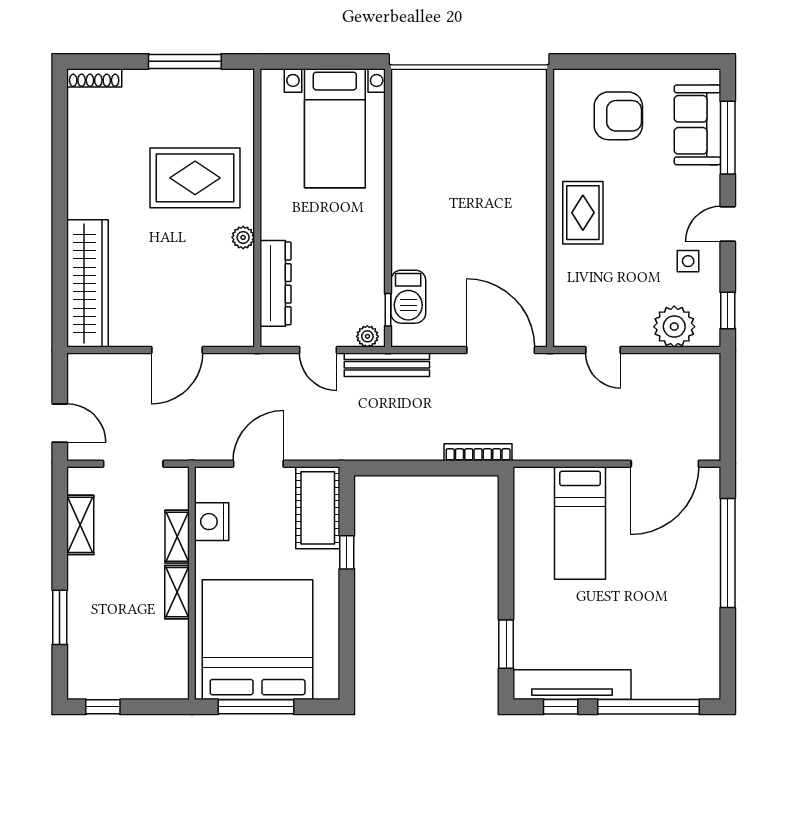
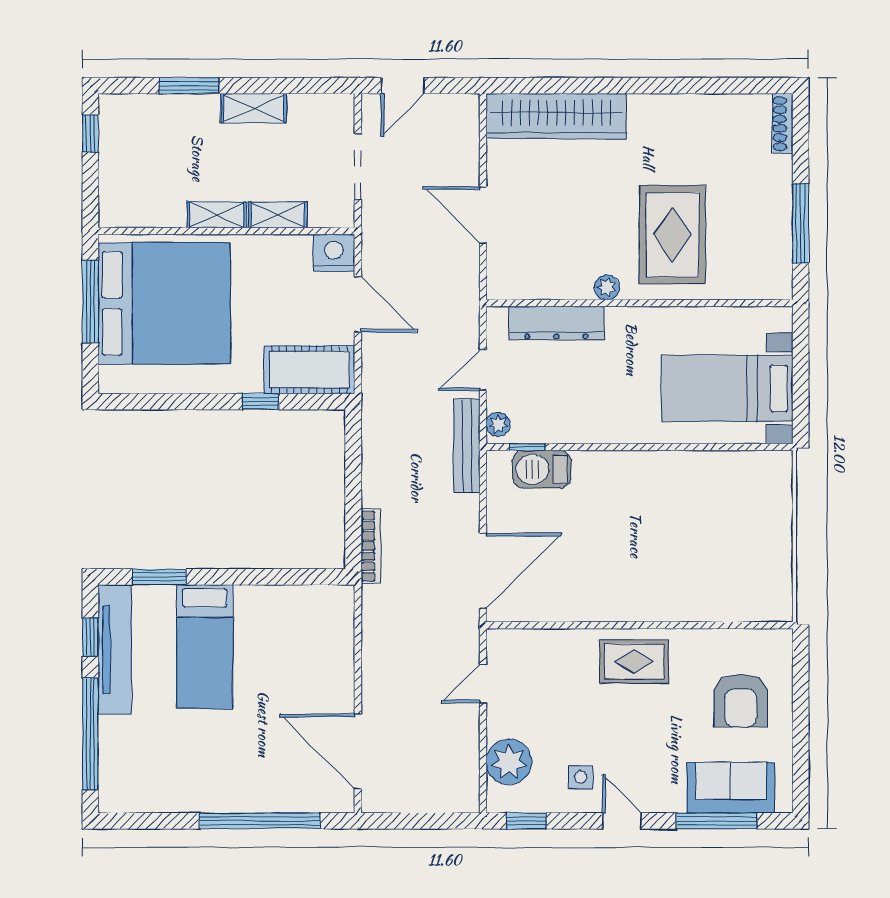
nightstand: (212, 522) -> (334, 253), moved
bed: (580, 523) -> (205, 647), moved, turned -90
shelving: (80, 525) -> (254, 108), moved

